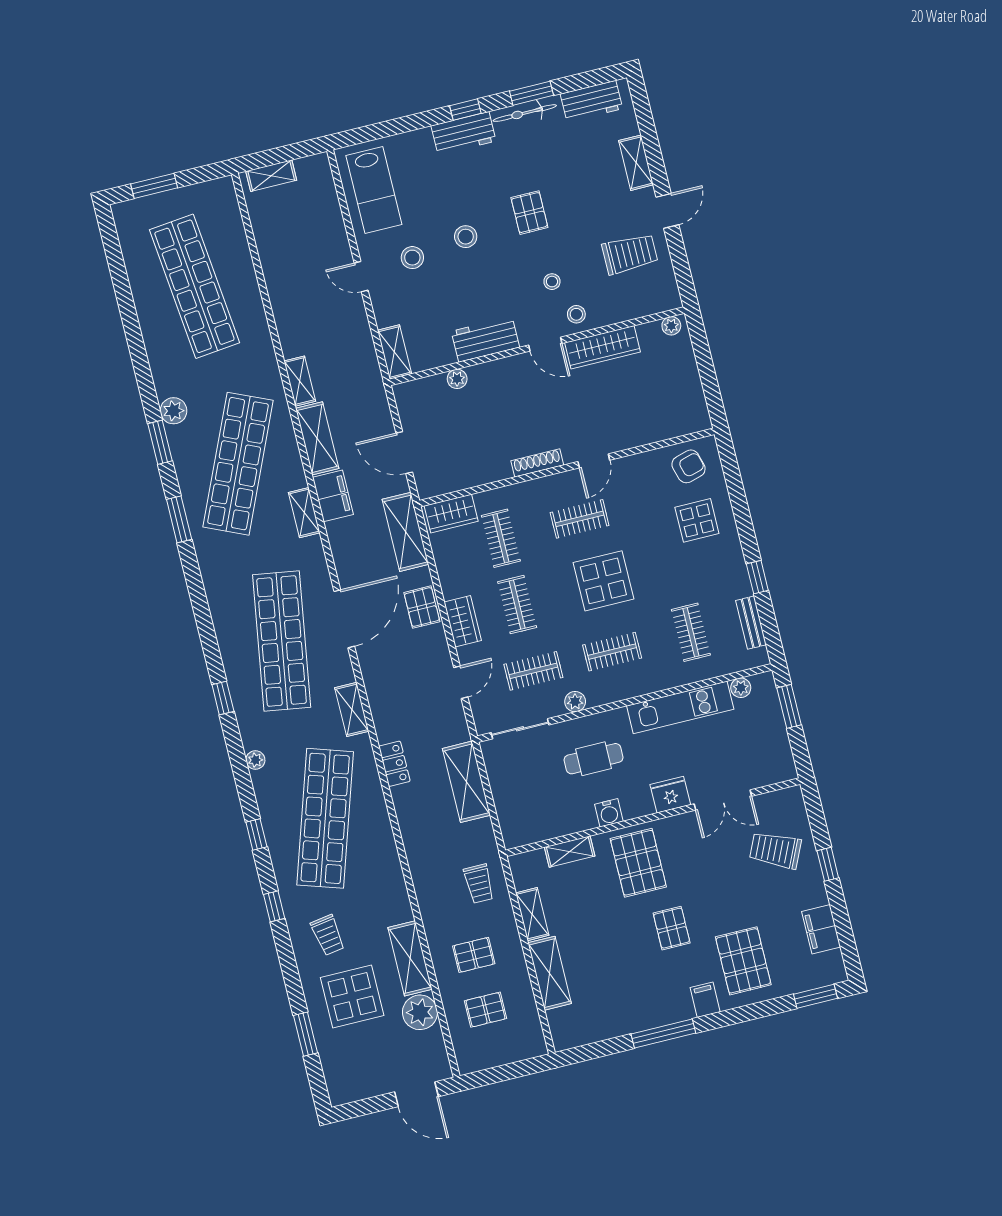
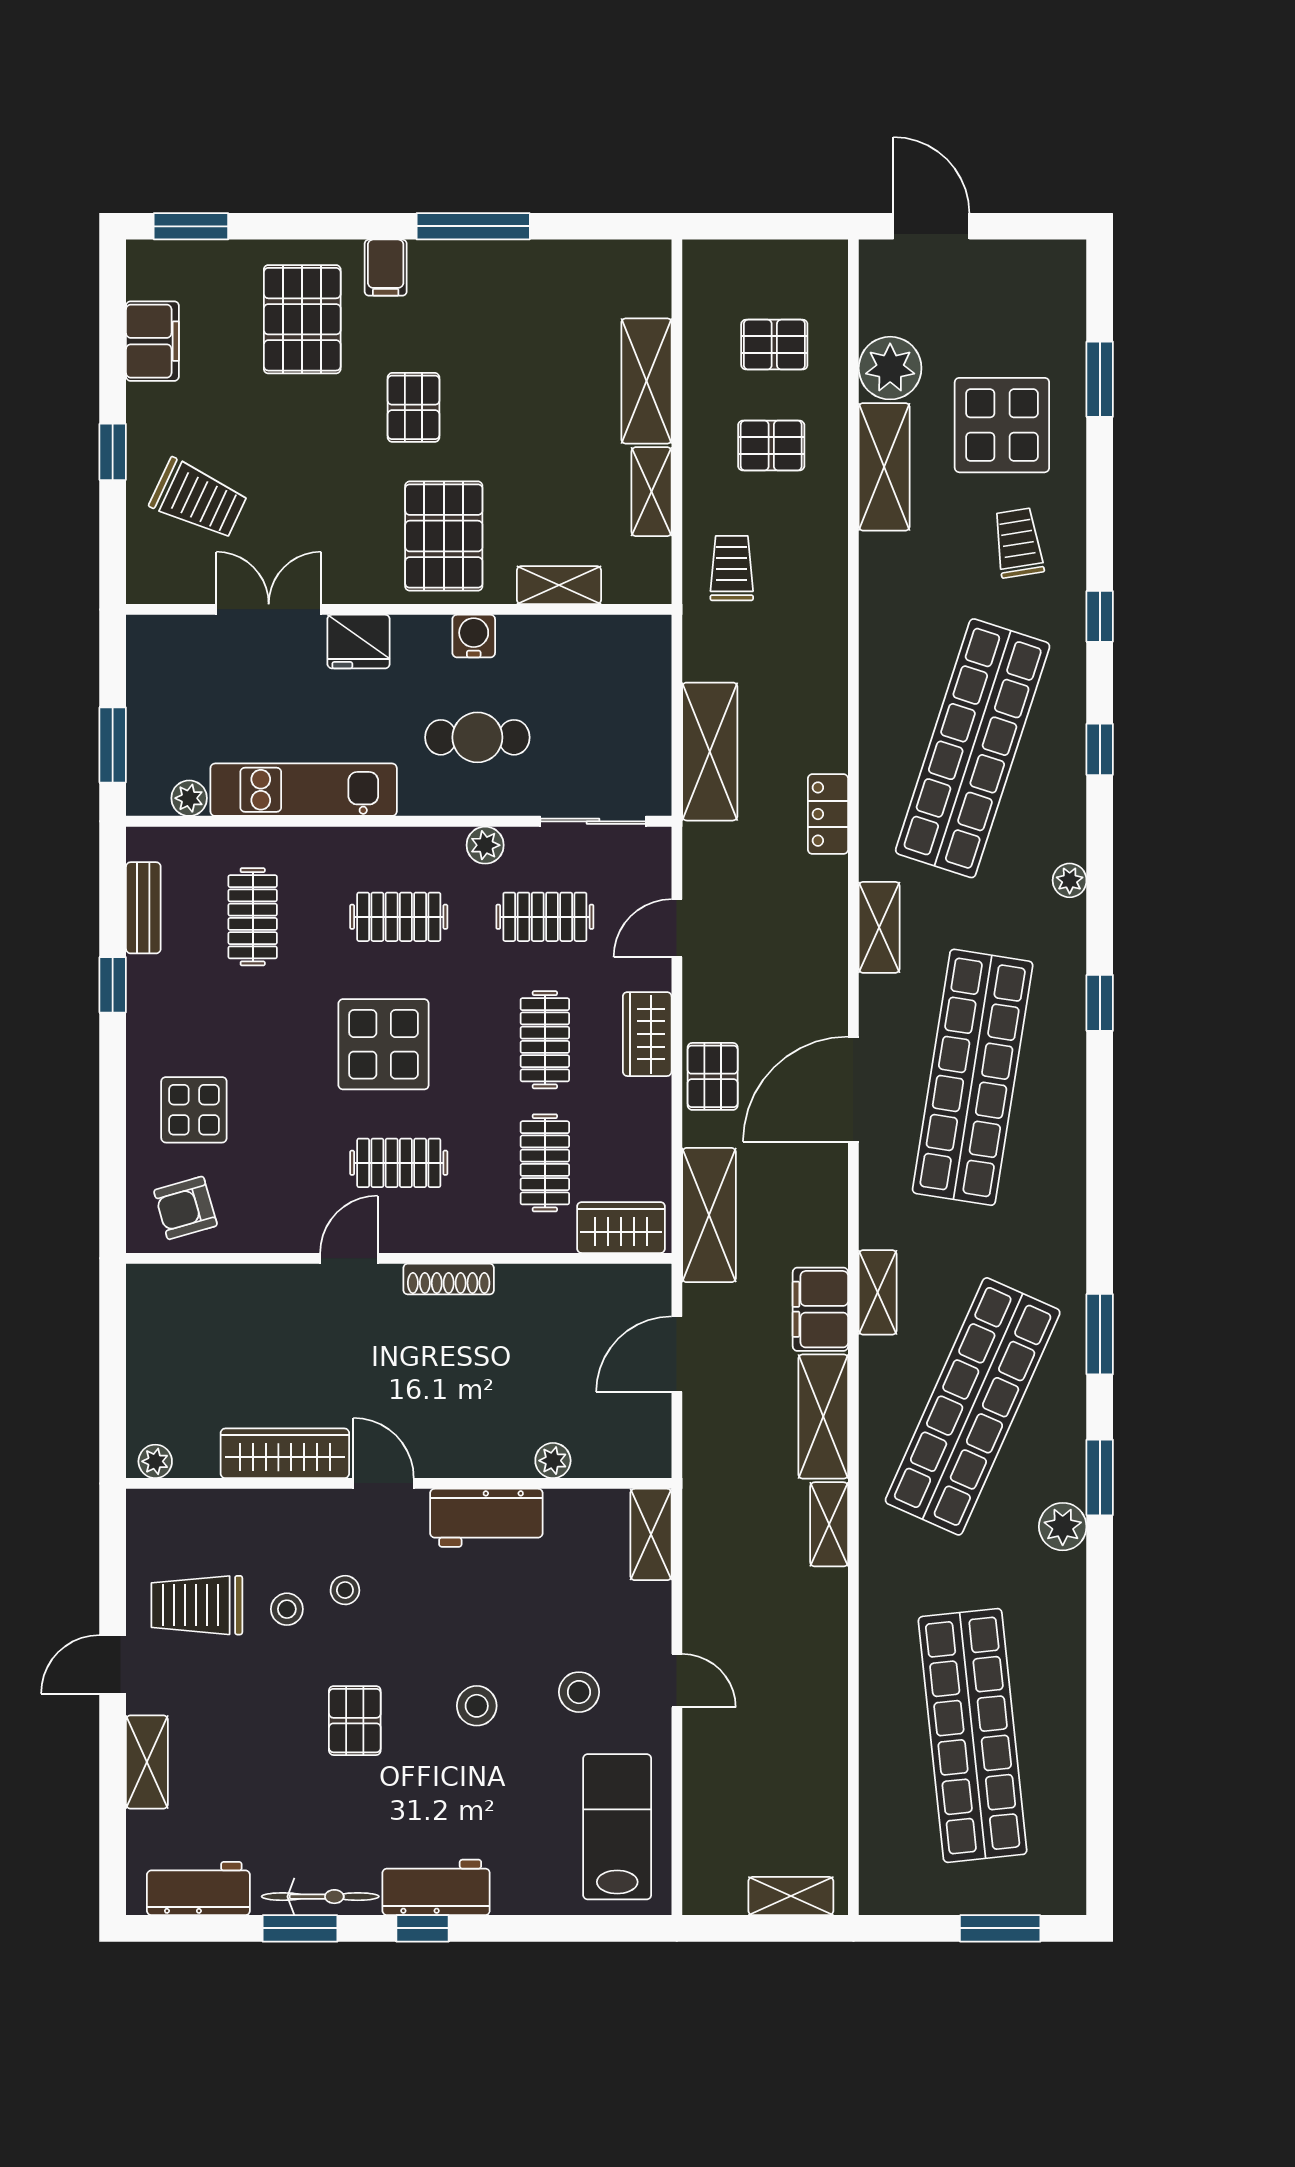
stool: (576, 314) -> (287, 1609), moved
door: (404, 453) -> (677, 1354), swing flipped

